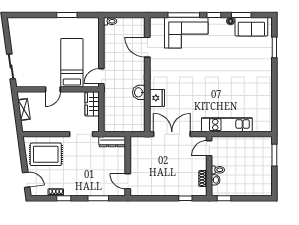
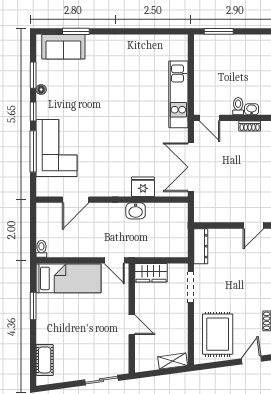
cot: (26, 24) -> (45, 360), added
sofa: (251, 27) -> (63, 47), moved, turned 90
bed: (72, 63) -> (68, 278), moved, turned 180
shelving: (24, 109) -> (173, 361), moved

